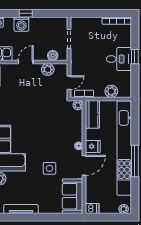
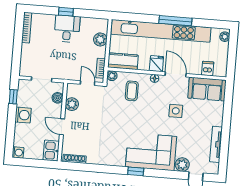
window: (26, 13) -> (13, 97), moved
washing machine: (21, 24) -> (23, 115), moved
coffee table: (65, 125) -> (132, 91), added
dishwasher: (92, 209) -> (208, 69), moved

